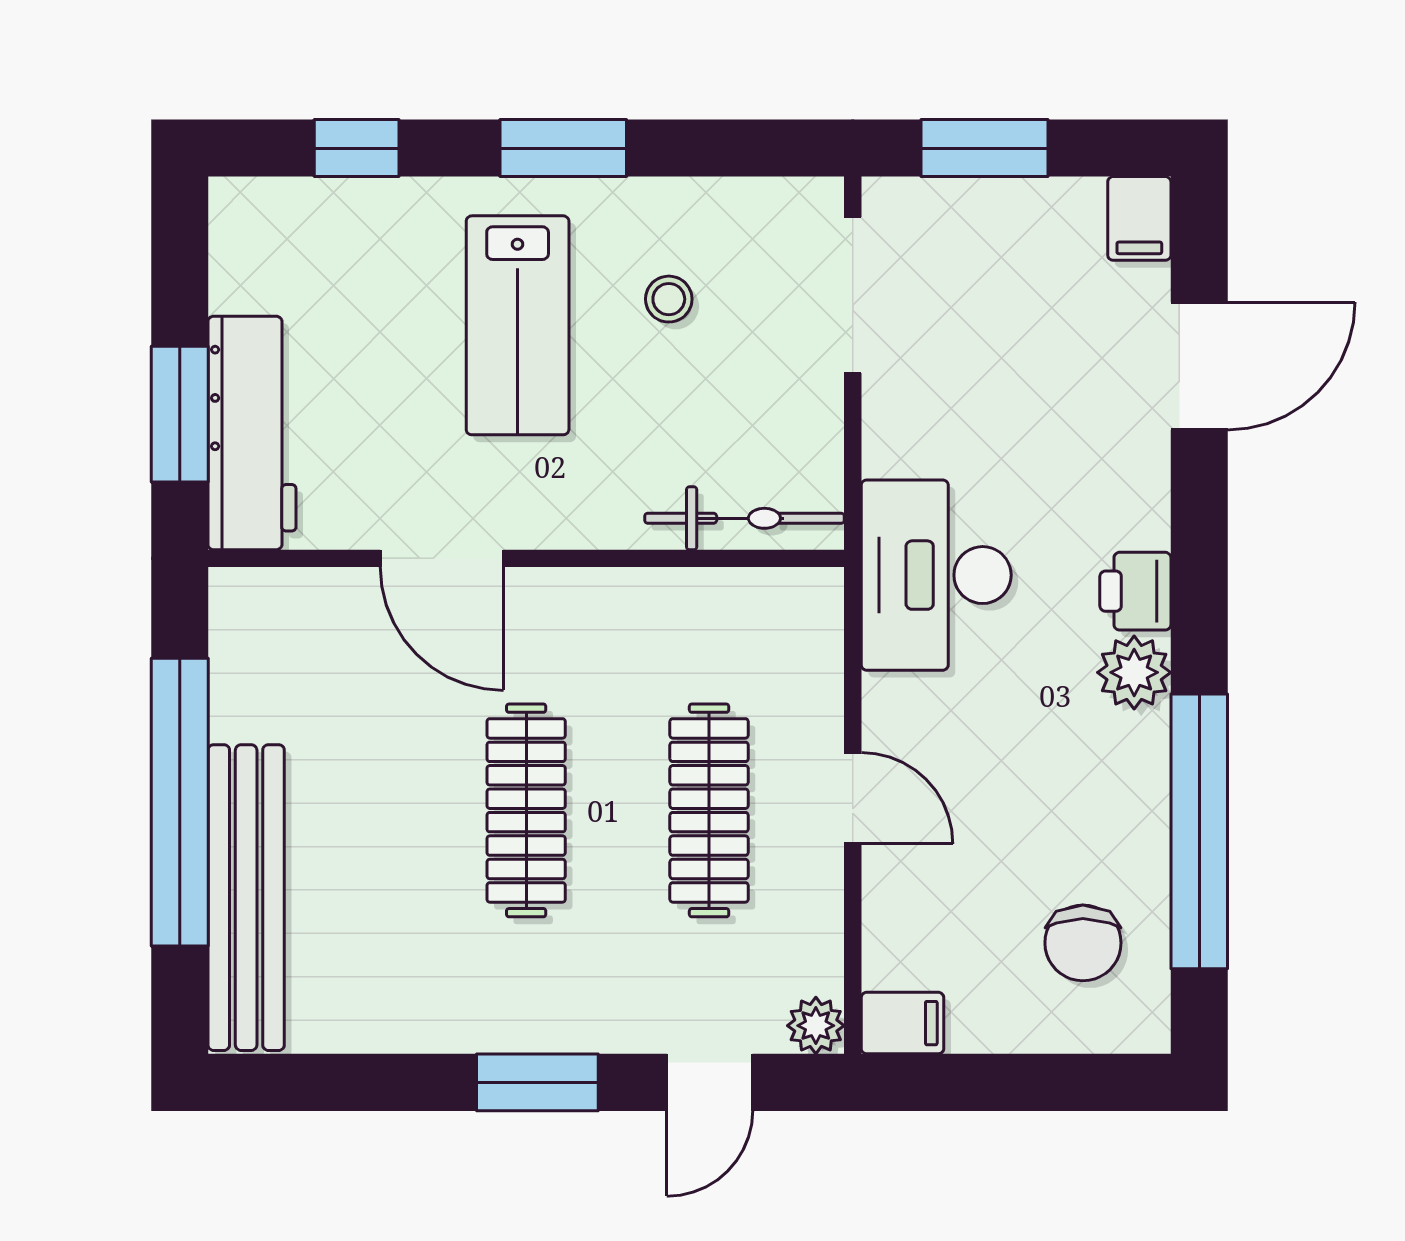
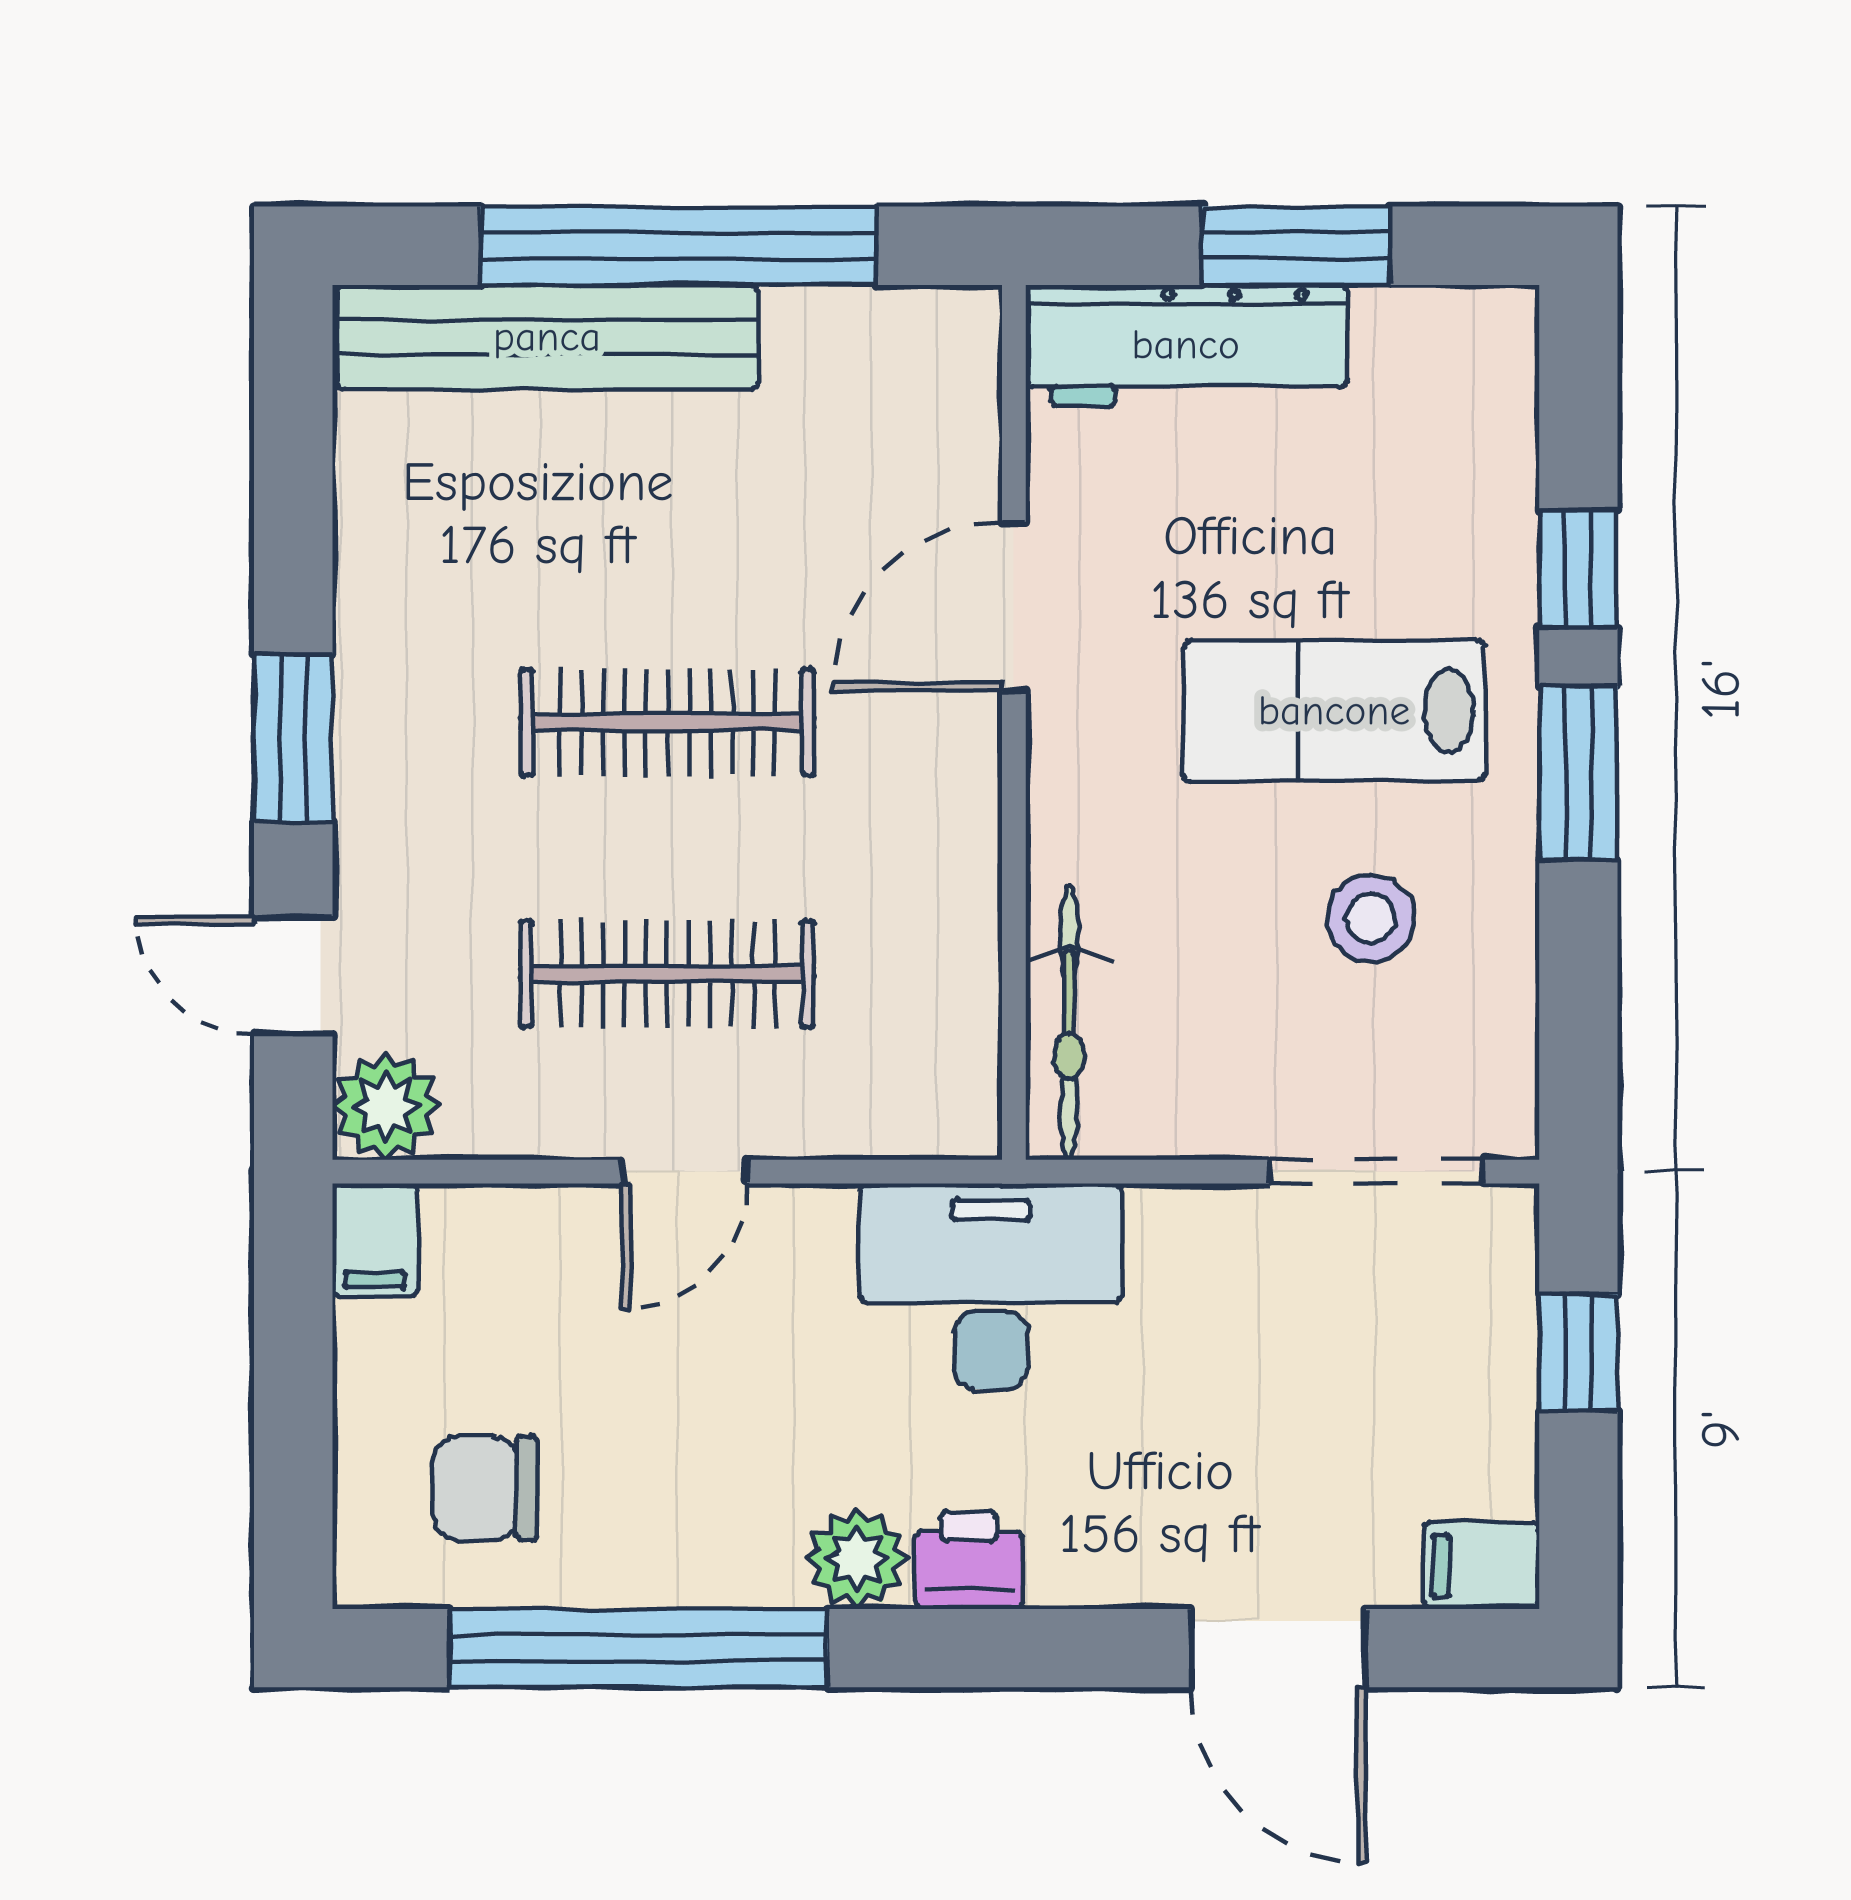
window: (357, 148) -> (1578, 568), moved
window: (985, 148) -> (1578, 1353), width x0.67
stool: (669, 299) -> (1371, 919), width x1.37, depth x1.37
window: (180, 414) -> (1296, 246), moved
plant: (816, 1026) -> (386, 1106), width x1.38, depth x1.38

